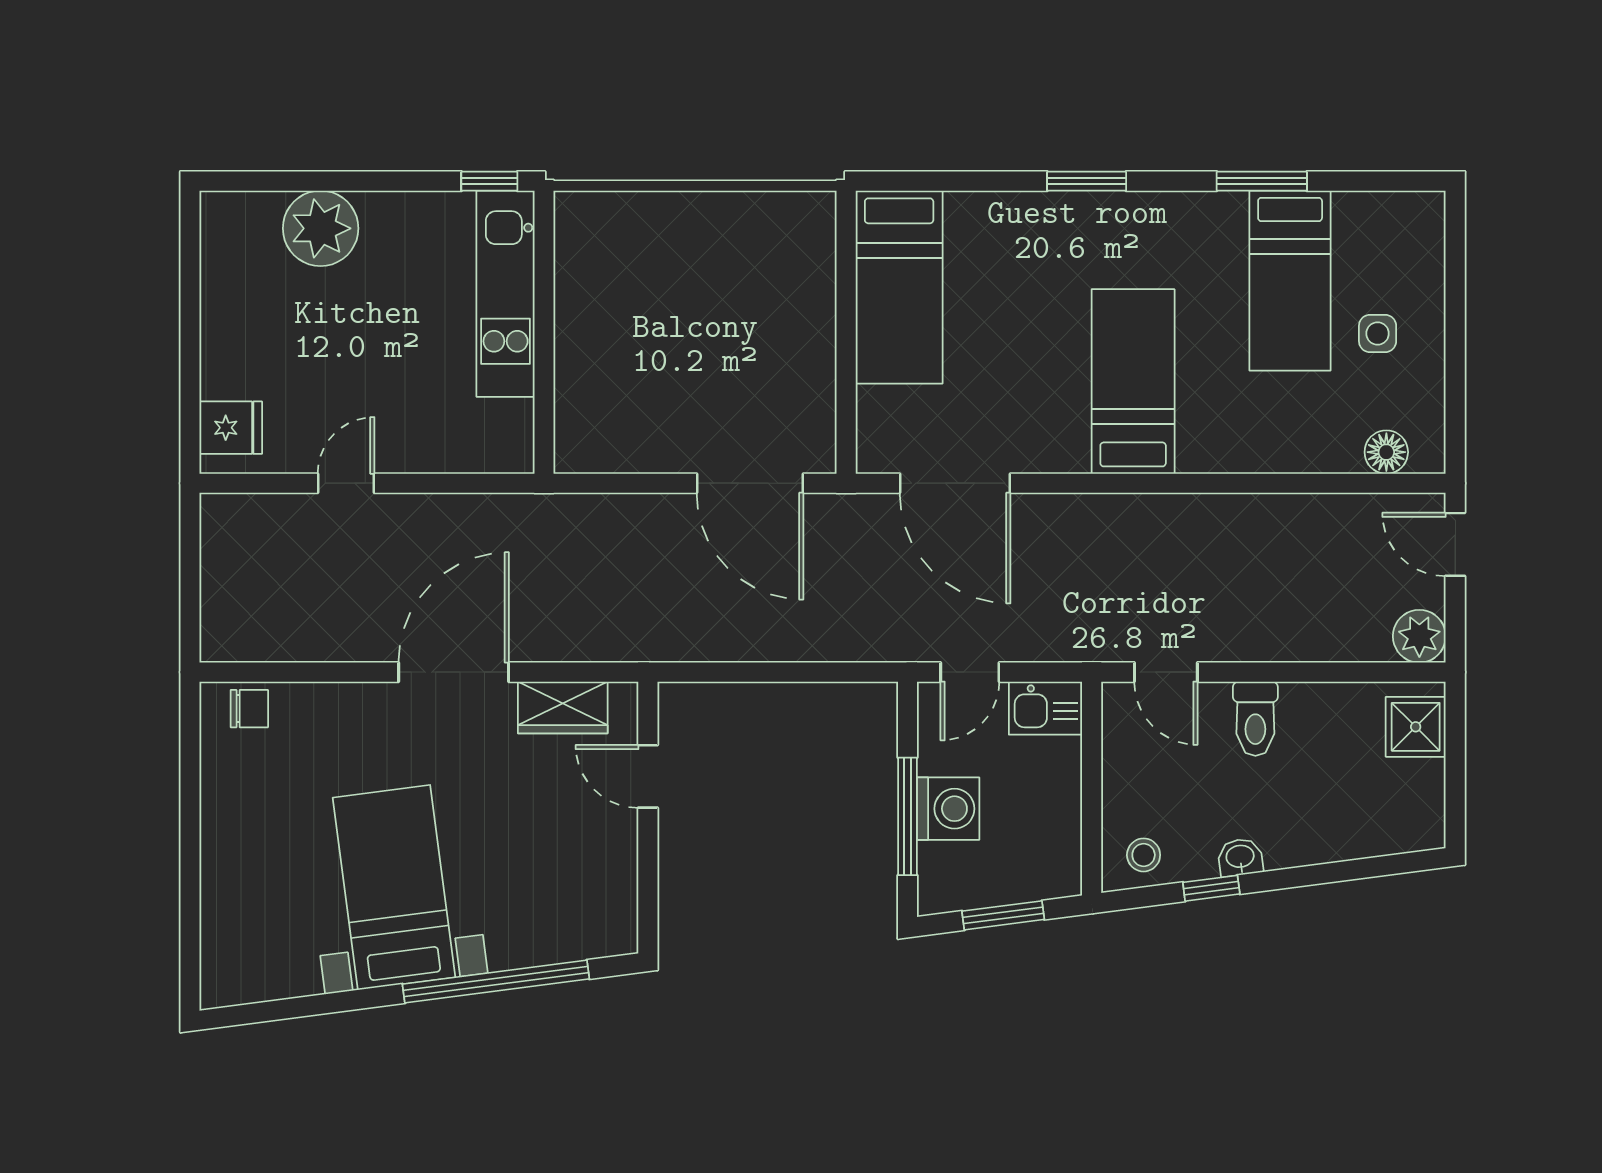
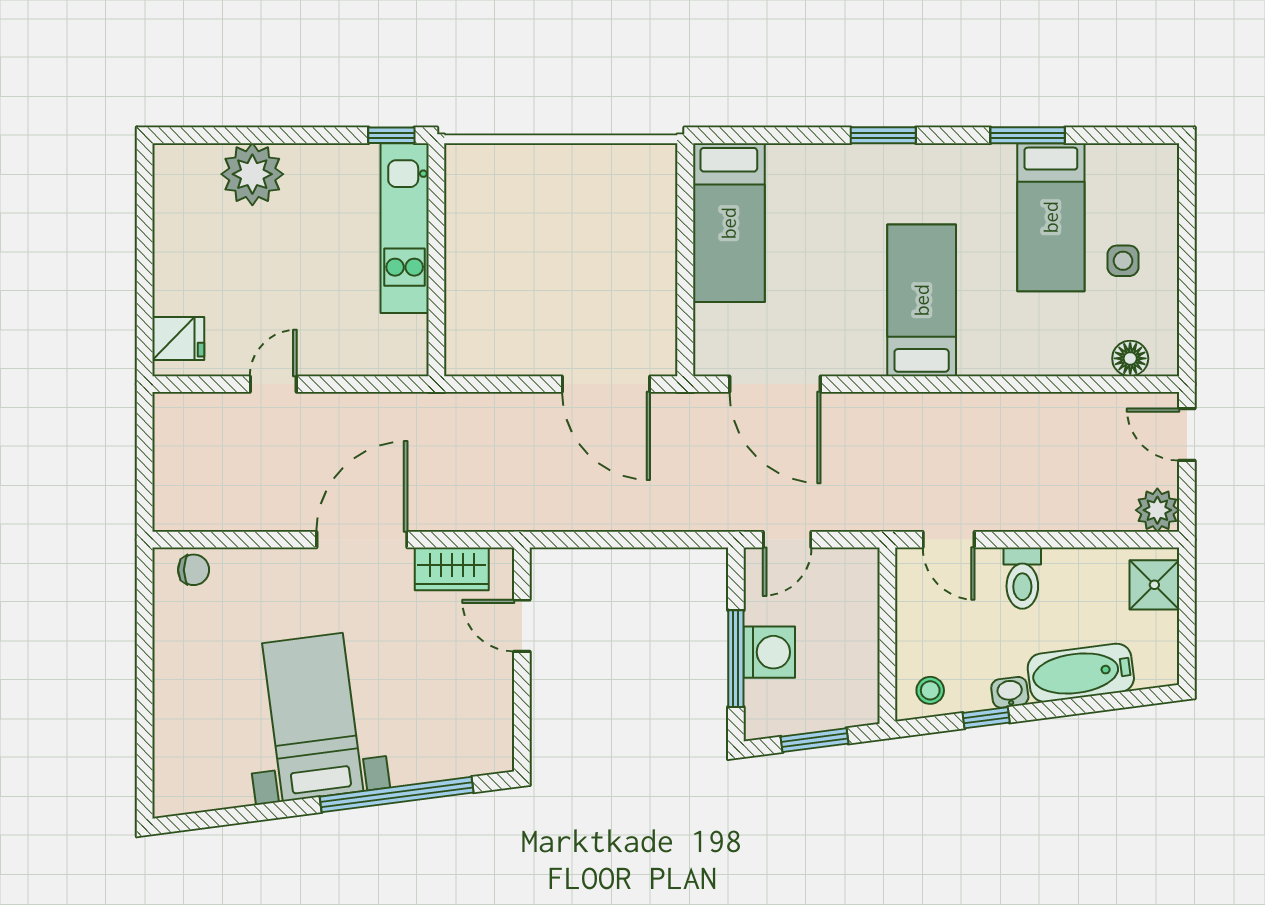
kitchen sink: (1045, 708) -> (849, 569), removed
bathtub: (1326, 834) -> (1081, 673), added

